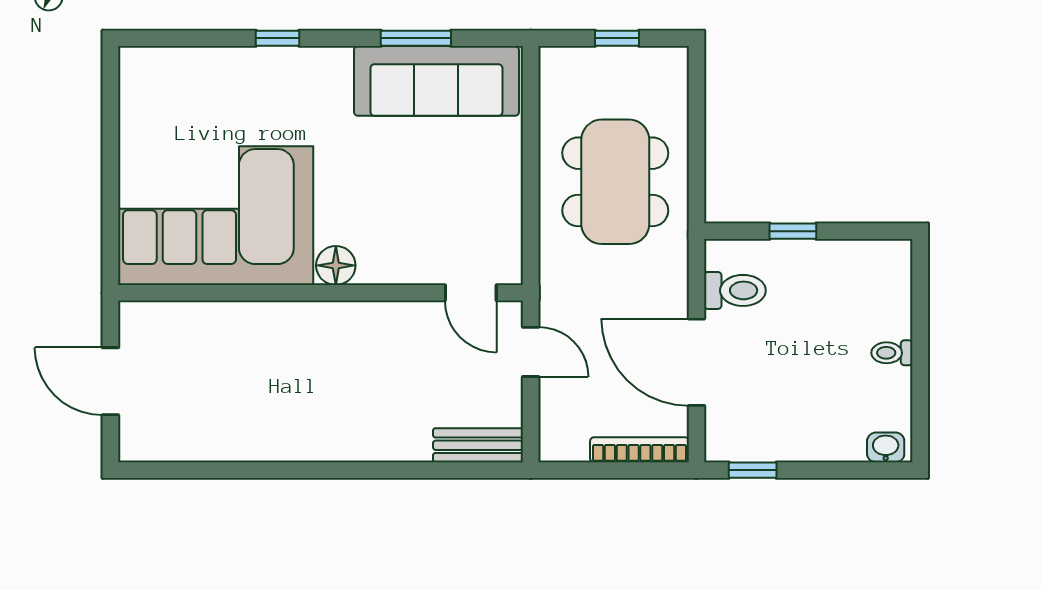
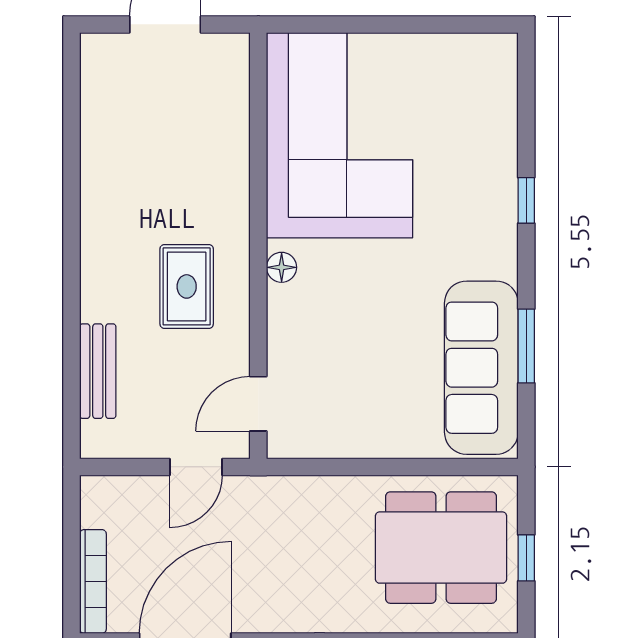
dining table: (615, 182) -> (441, 548), moved
floor lamp: (336, 265) -> (282, 267), width x0.73, depth x0.73
rug: (359, 361) -> (187, 286), added
bench: (478, 445) -> (98, 371), moved

